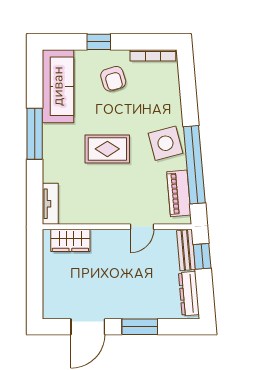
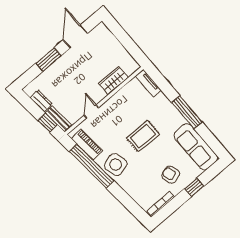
wardrobe: (70, 240) -> (113, 80), moved
dresser: (189, 294) -> (41, 101), width x0.70

